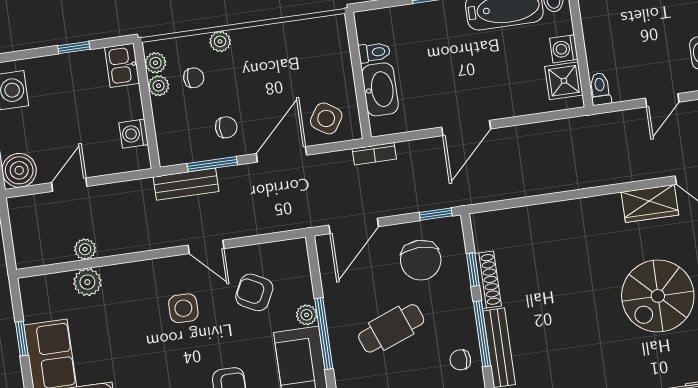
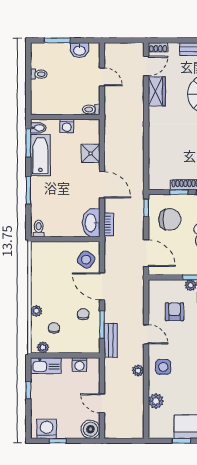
toilet: (374, 52) -> (39, 229), moved
kitchen sink: (122, 65) -> (46, 366), width x1.38
shower: (564, 81) -> (91, 153), moved
plant: (159, 86) -> (56, 348), removed
washbasin: (380, 89) -> (91, 223), moved, turned -90
bookcase: (374, 154) -> (109, 224), moved
door: (206, 247) -> (146, 334), hinge flipped
plant: (85, 249) -> (138, 370), moved
armchair: (254, 292) -> (174, 312), turned 153
side table: (183, 308) -> (163, 367), moved

